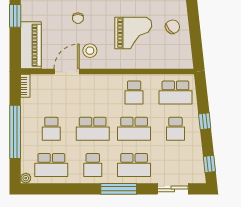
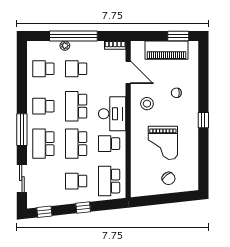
piano: (31, 45) -> (167, 50), moved
door: (67, 72) -> (128, 72), moved
desk: (101, 89) -> (112, 114), added
school desk: (51, 165) -> (43, 69), width x0.54
plant: (26, 178) -> (65, 46), moved

